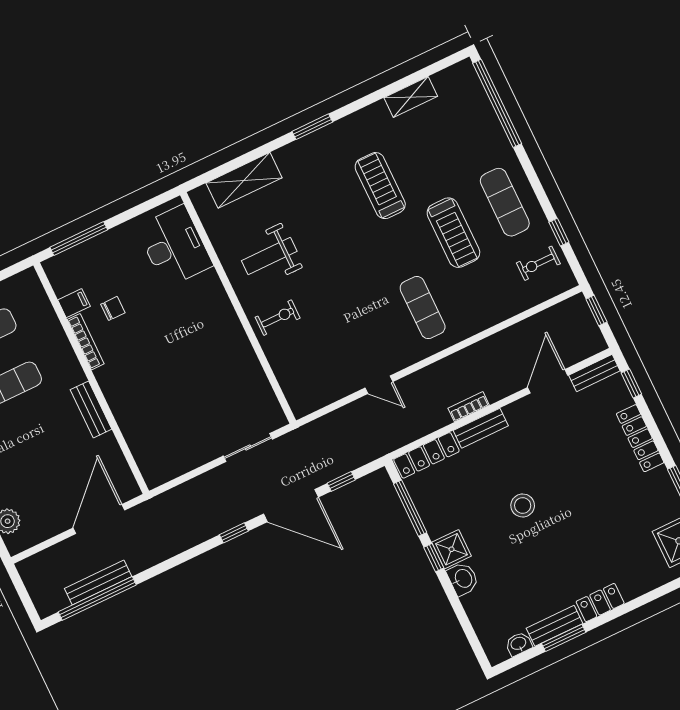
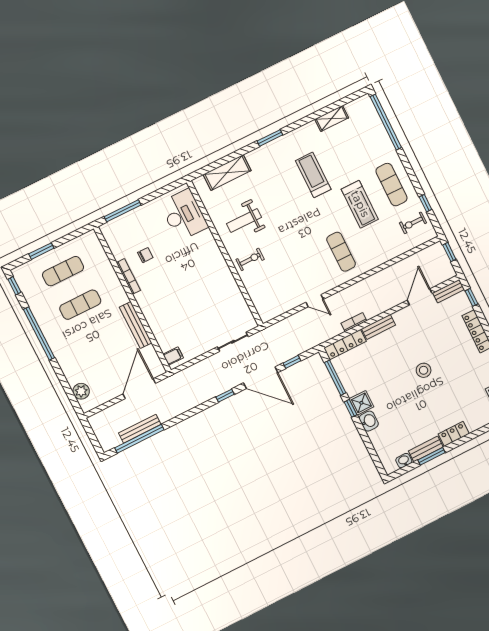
filing cabinet: (74, 303) -> (173, 356), moved
bookcase: (469, 407) -> (354, 322), moved
bench: (91, 409) -> (136, 325), width x1.36
stool: (523, 505) -> (424, 370), moved

